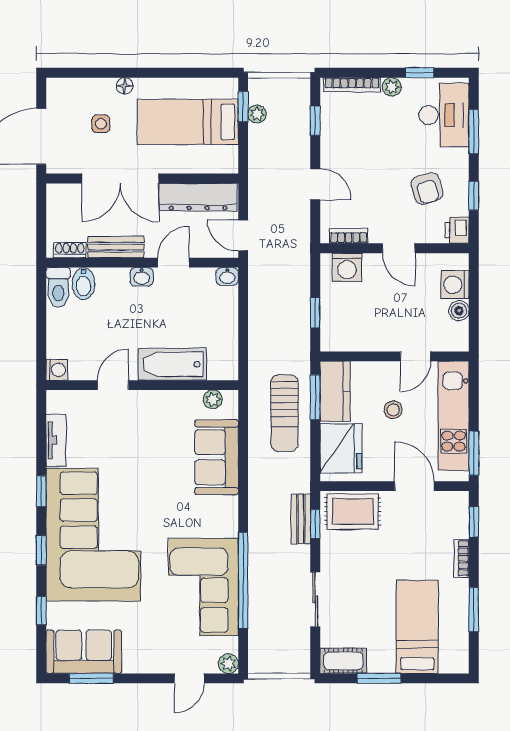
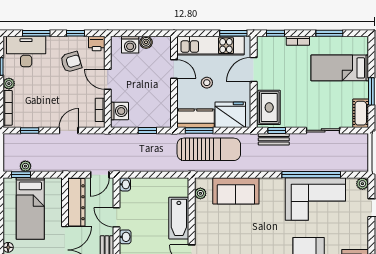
door: (399, 248) -> (108, 79), swing flipped
sun lounger: (284, 413) -> (209, 149), width x1.36, depth x1.34

